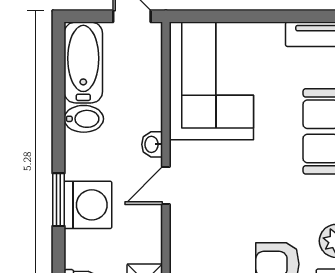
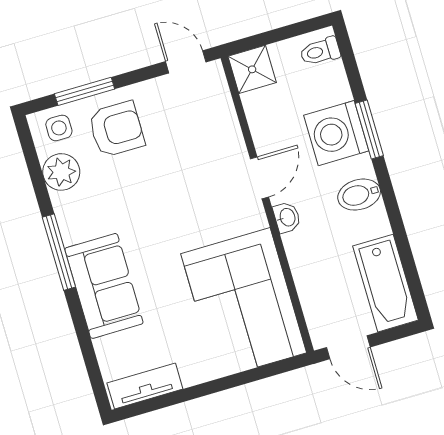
bidet: (84, 119) -> (359, 195), moved

